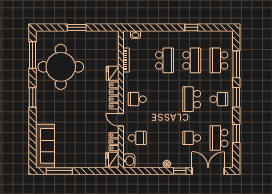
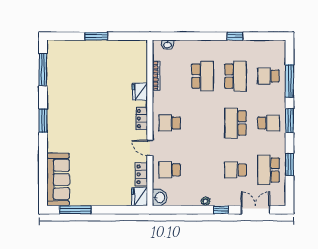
school desk: (219, 60) -> (268, 76), width x0.54
round table: (61, 67) -> (77, 84), removed
locker: (114, 96) -> (142, 119), width x0.66
school desk: (137, 138) -> (170, 170), turned 180
double door: (208, 171) -> (255, 210), width x0.73

